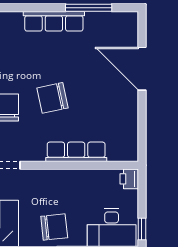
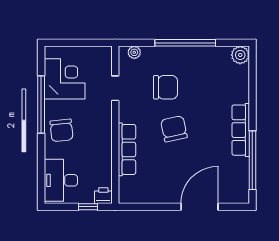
window: (89, 8) -> (252, 160), width x1.46
window: (142, 229) -> (88, 207), moved

